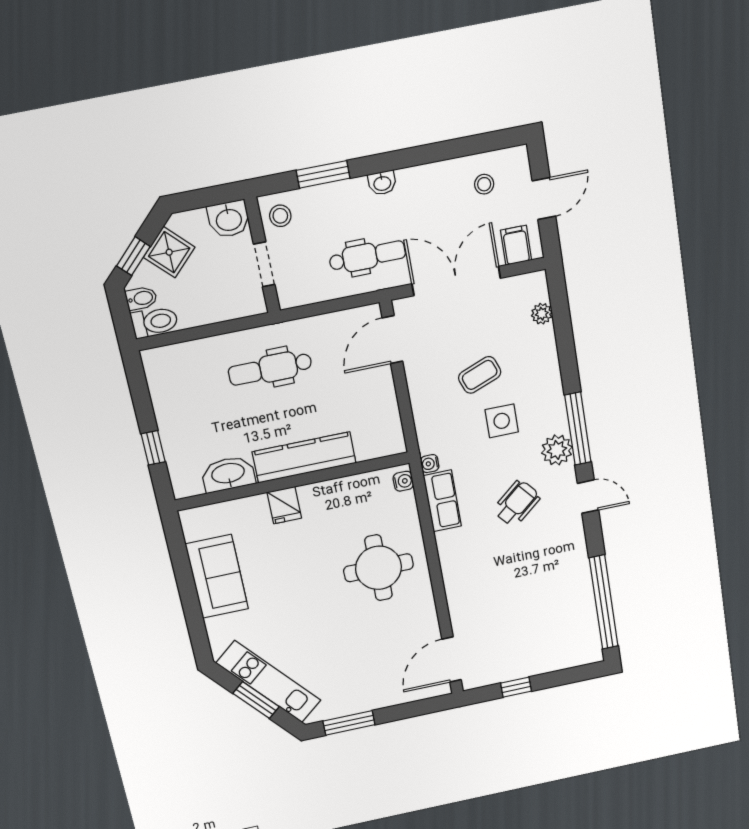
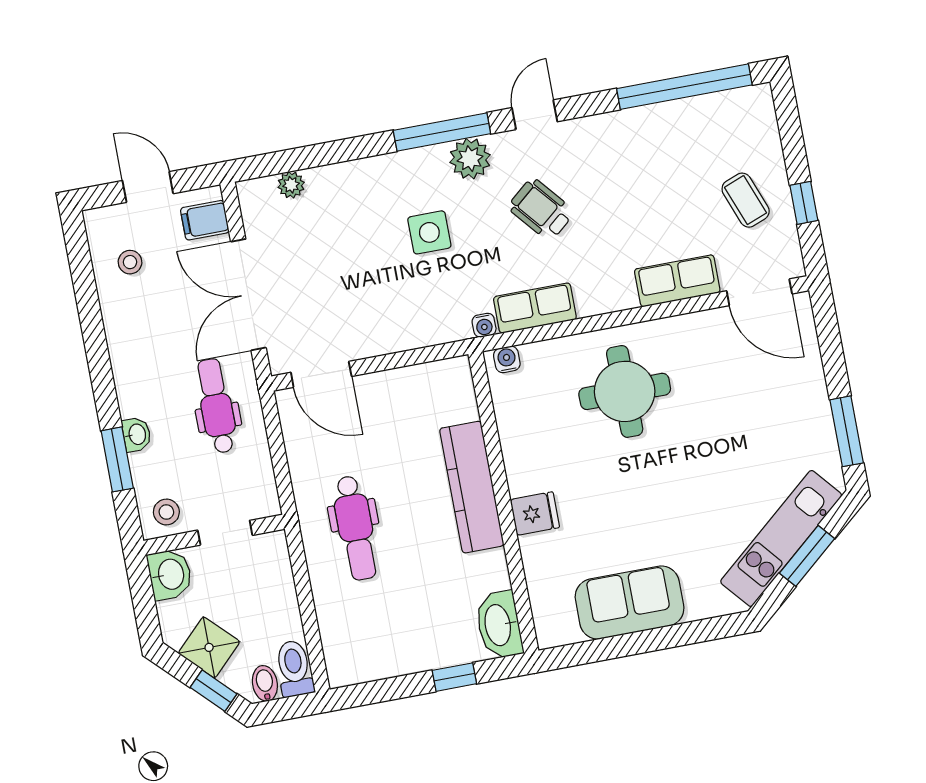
washbasin: (382, 183) -> (137, 434), moved
coffee table: (480, 375) -> (746, 200), moved
washbasin: (228, 474) -> (499, 625), moved
row of seats: (461, 602) -> (677, 281), added

